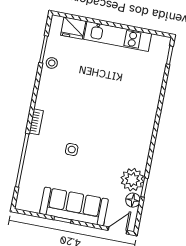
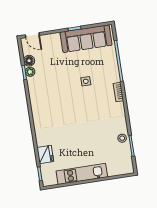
fridge: (73, 28) -> (45, 154), moved, turned 90
plant: (132, 180) -> (30, 72), width x0.53, depth x0.53
sofa: (74, 206) -> (86, 39), moved
door: (118, 230) -> (32, 35), hinge flipped

